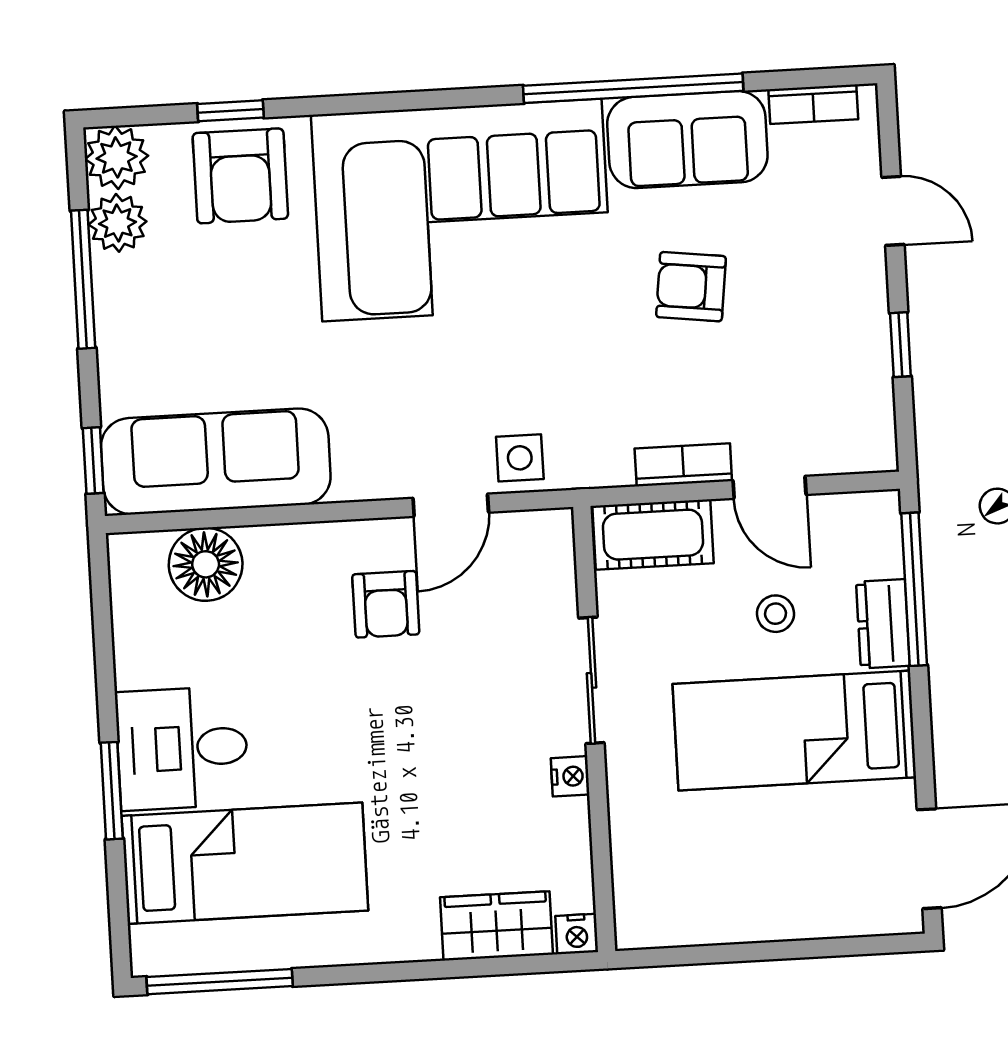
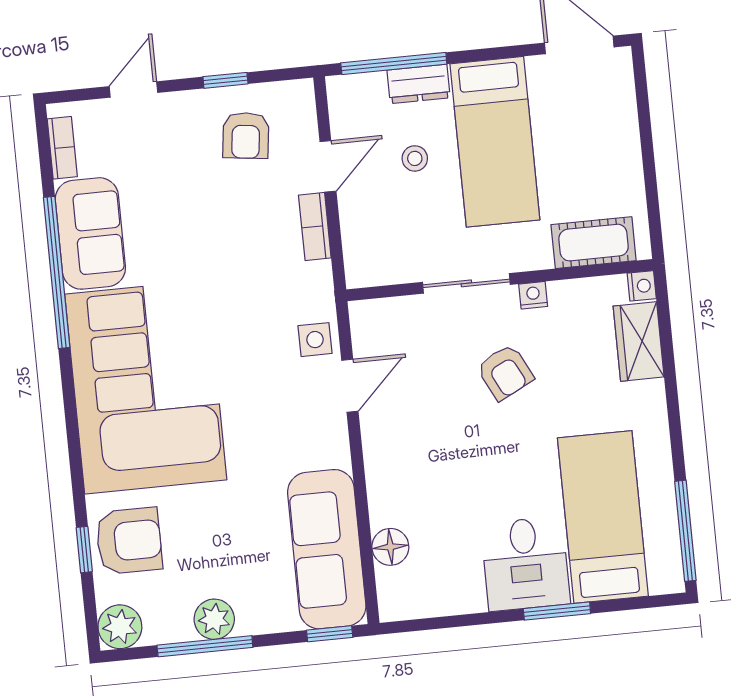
plant: (118, 223) -> (214, 619), moved
armchair: (691, 287) -> (246, 135), moved
door: (451, 505) -> (350, 386), hinge flipped
cot: (653, 535) -> (594, 243), moved, turned 90
floor lamp: (206, 564) -> (390, 547), width x0.73, depth x0.73
armchair: (386, 604) -> (505, 372), moved, turned 63

